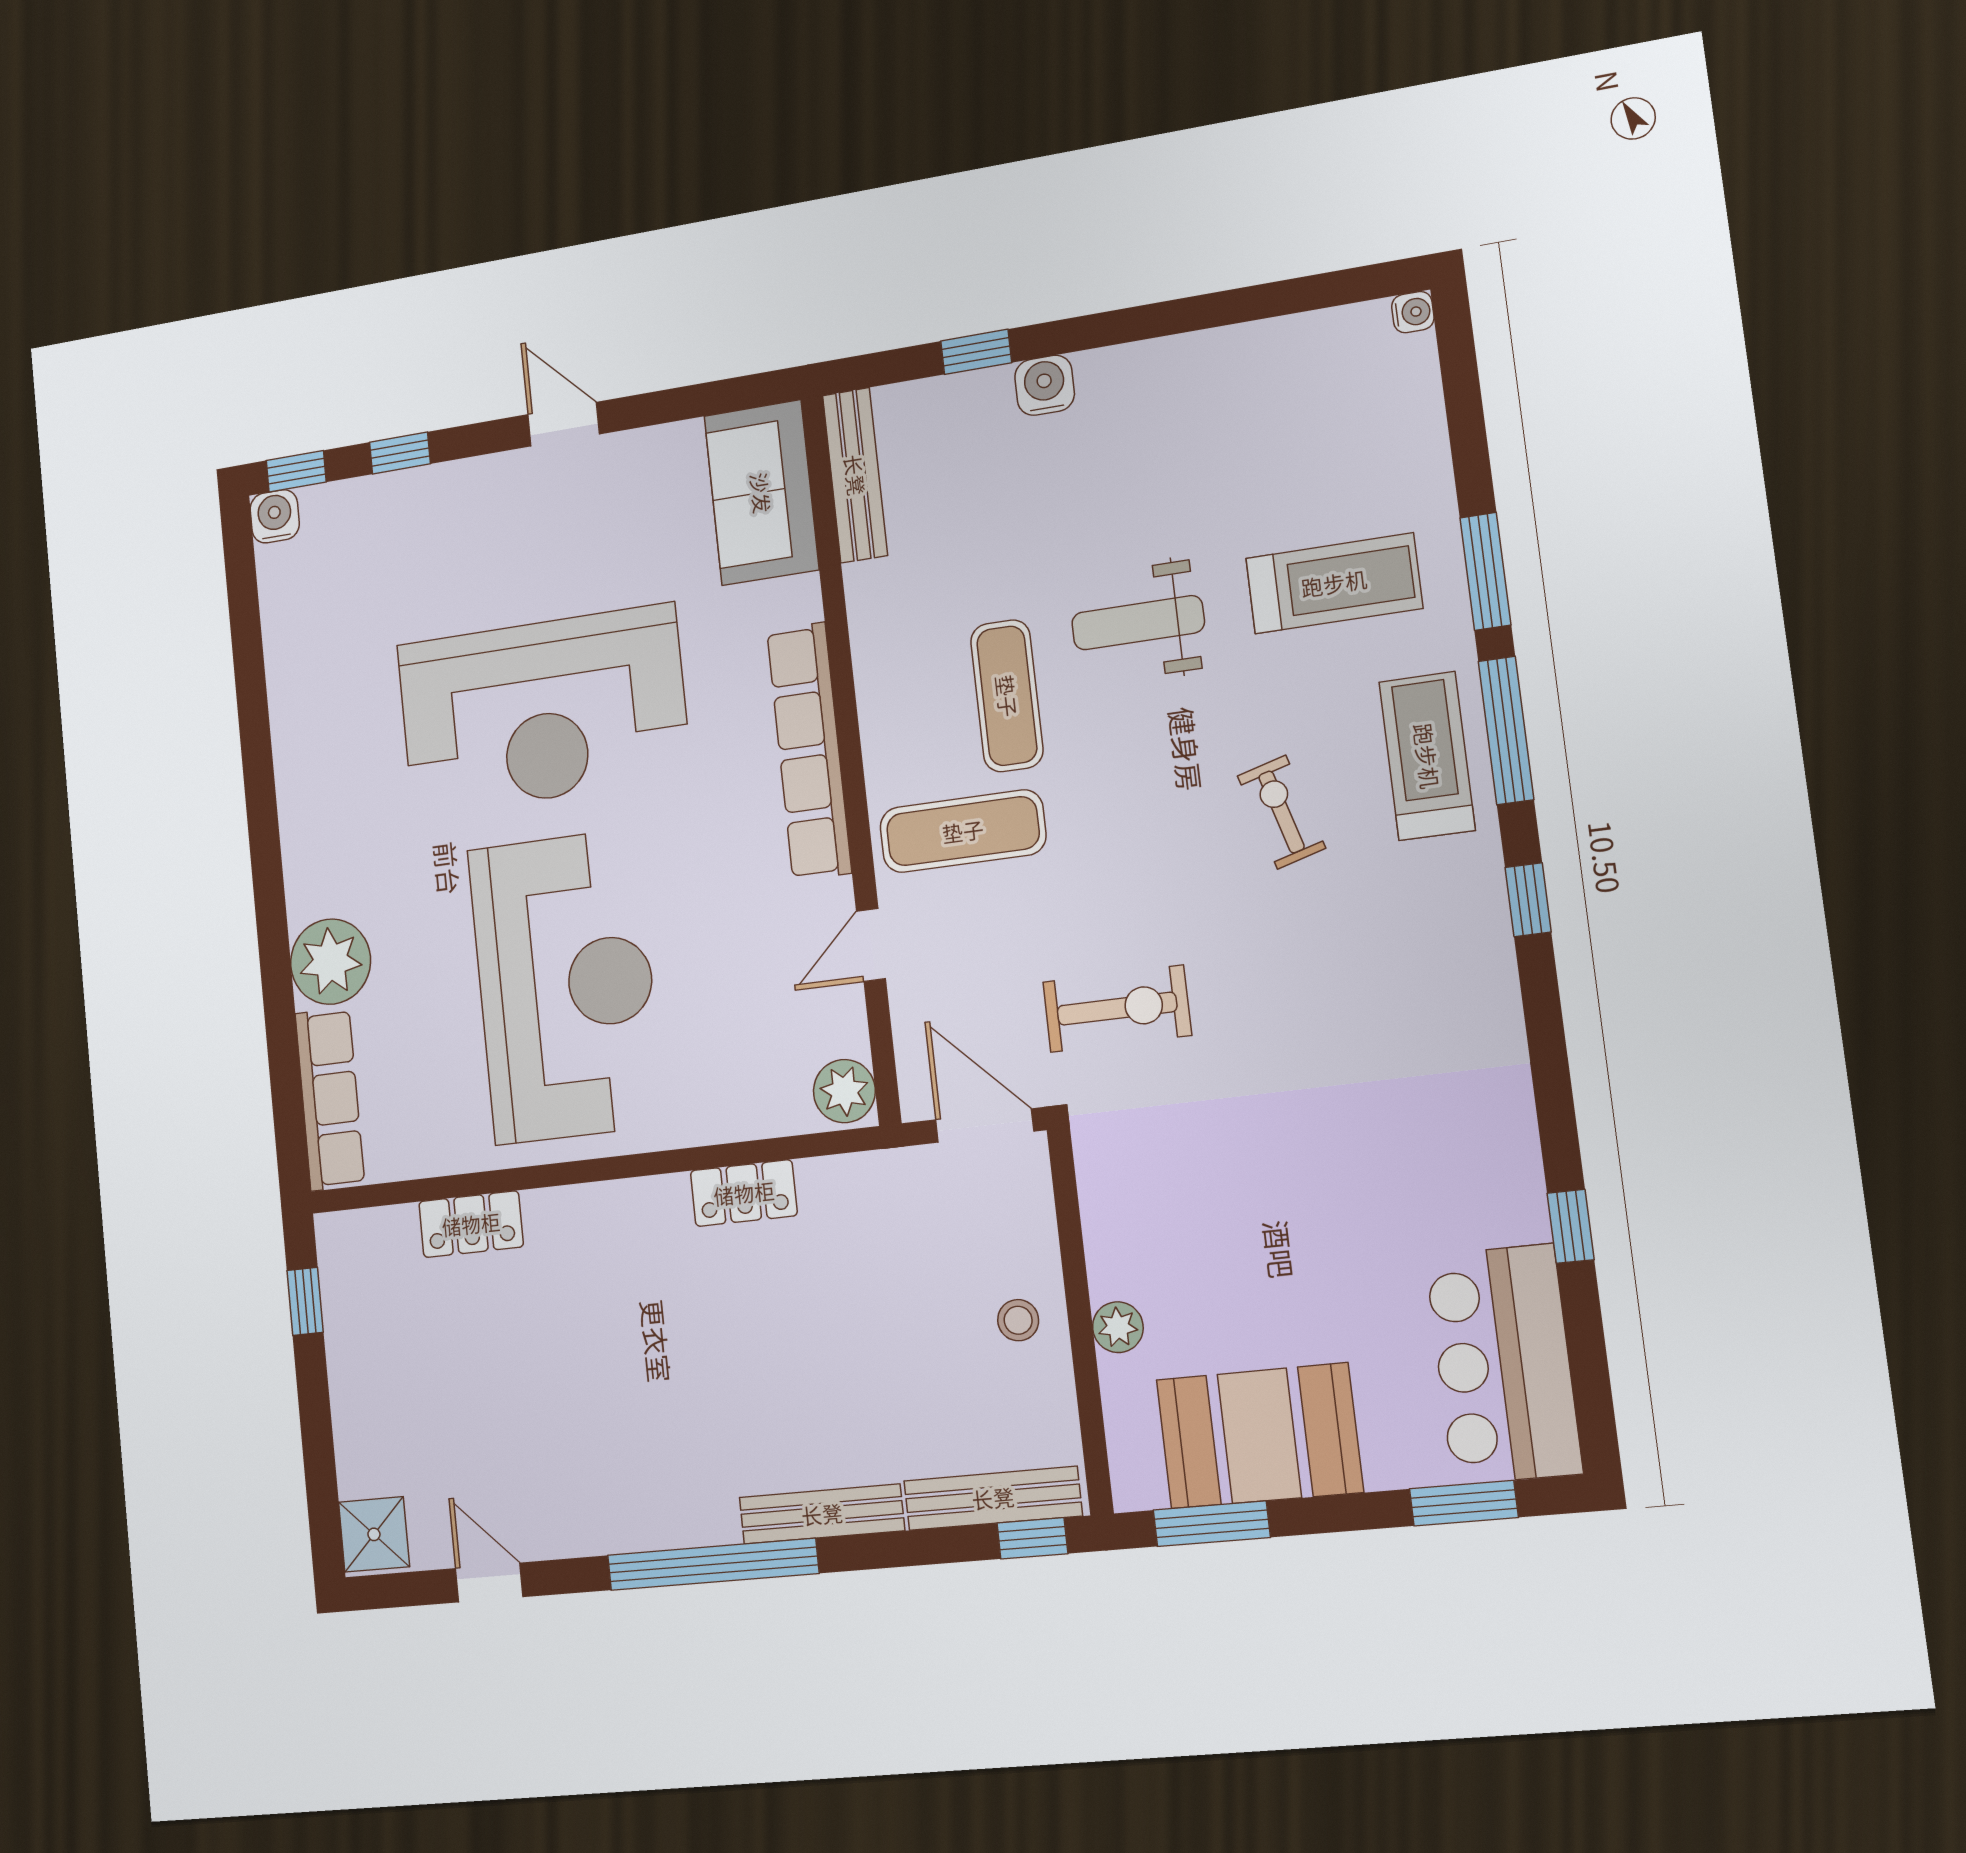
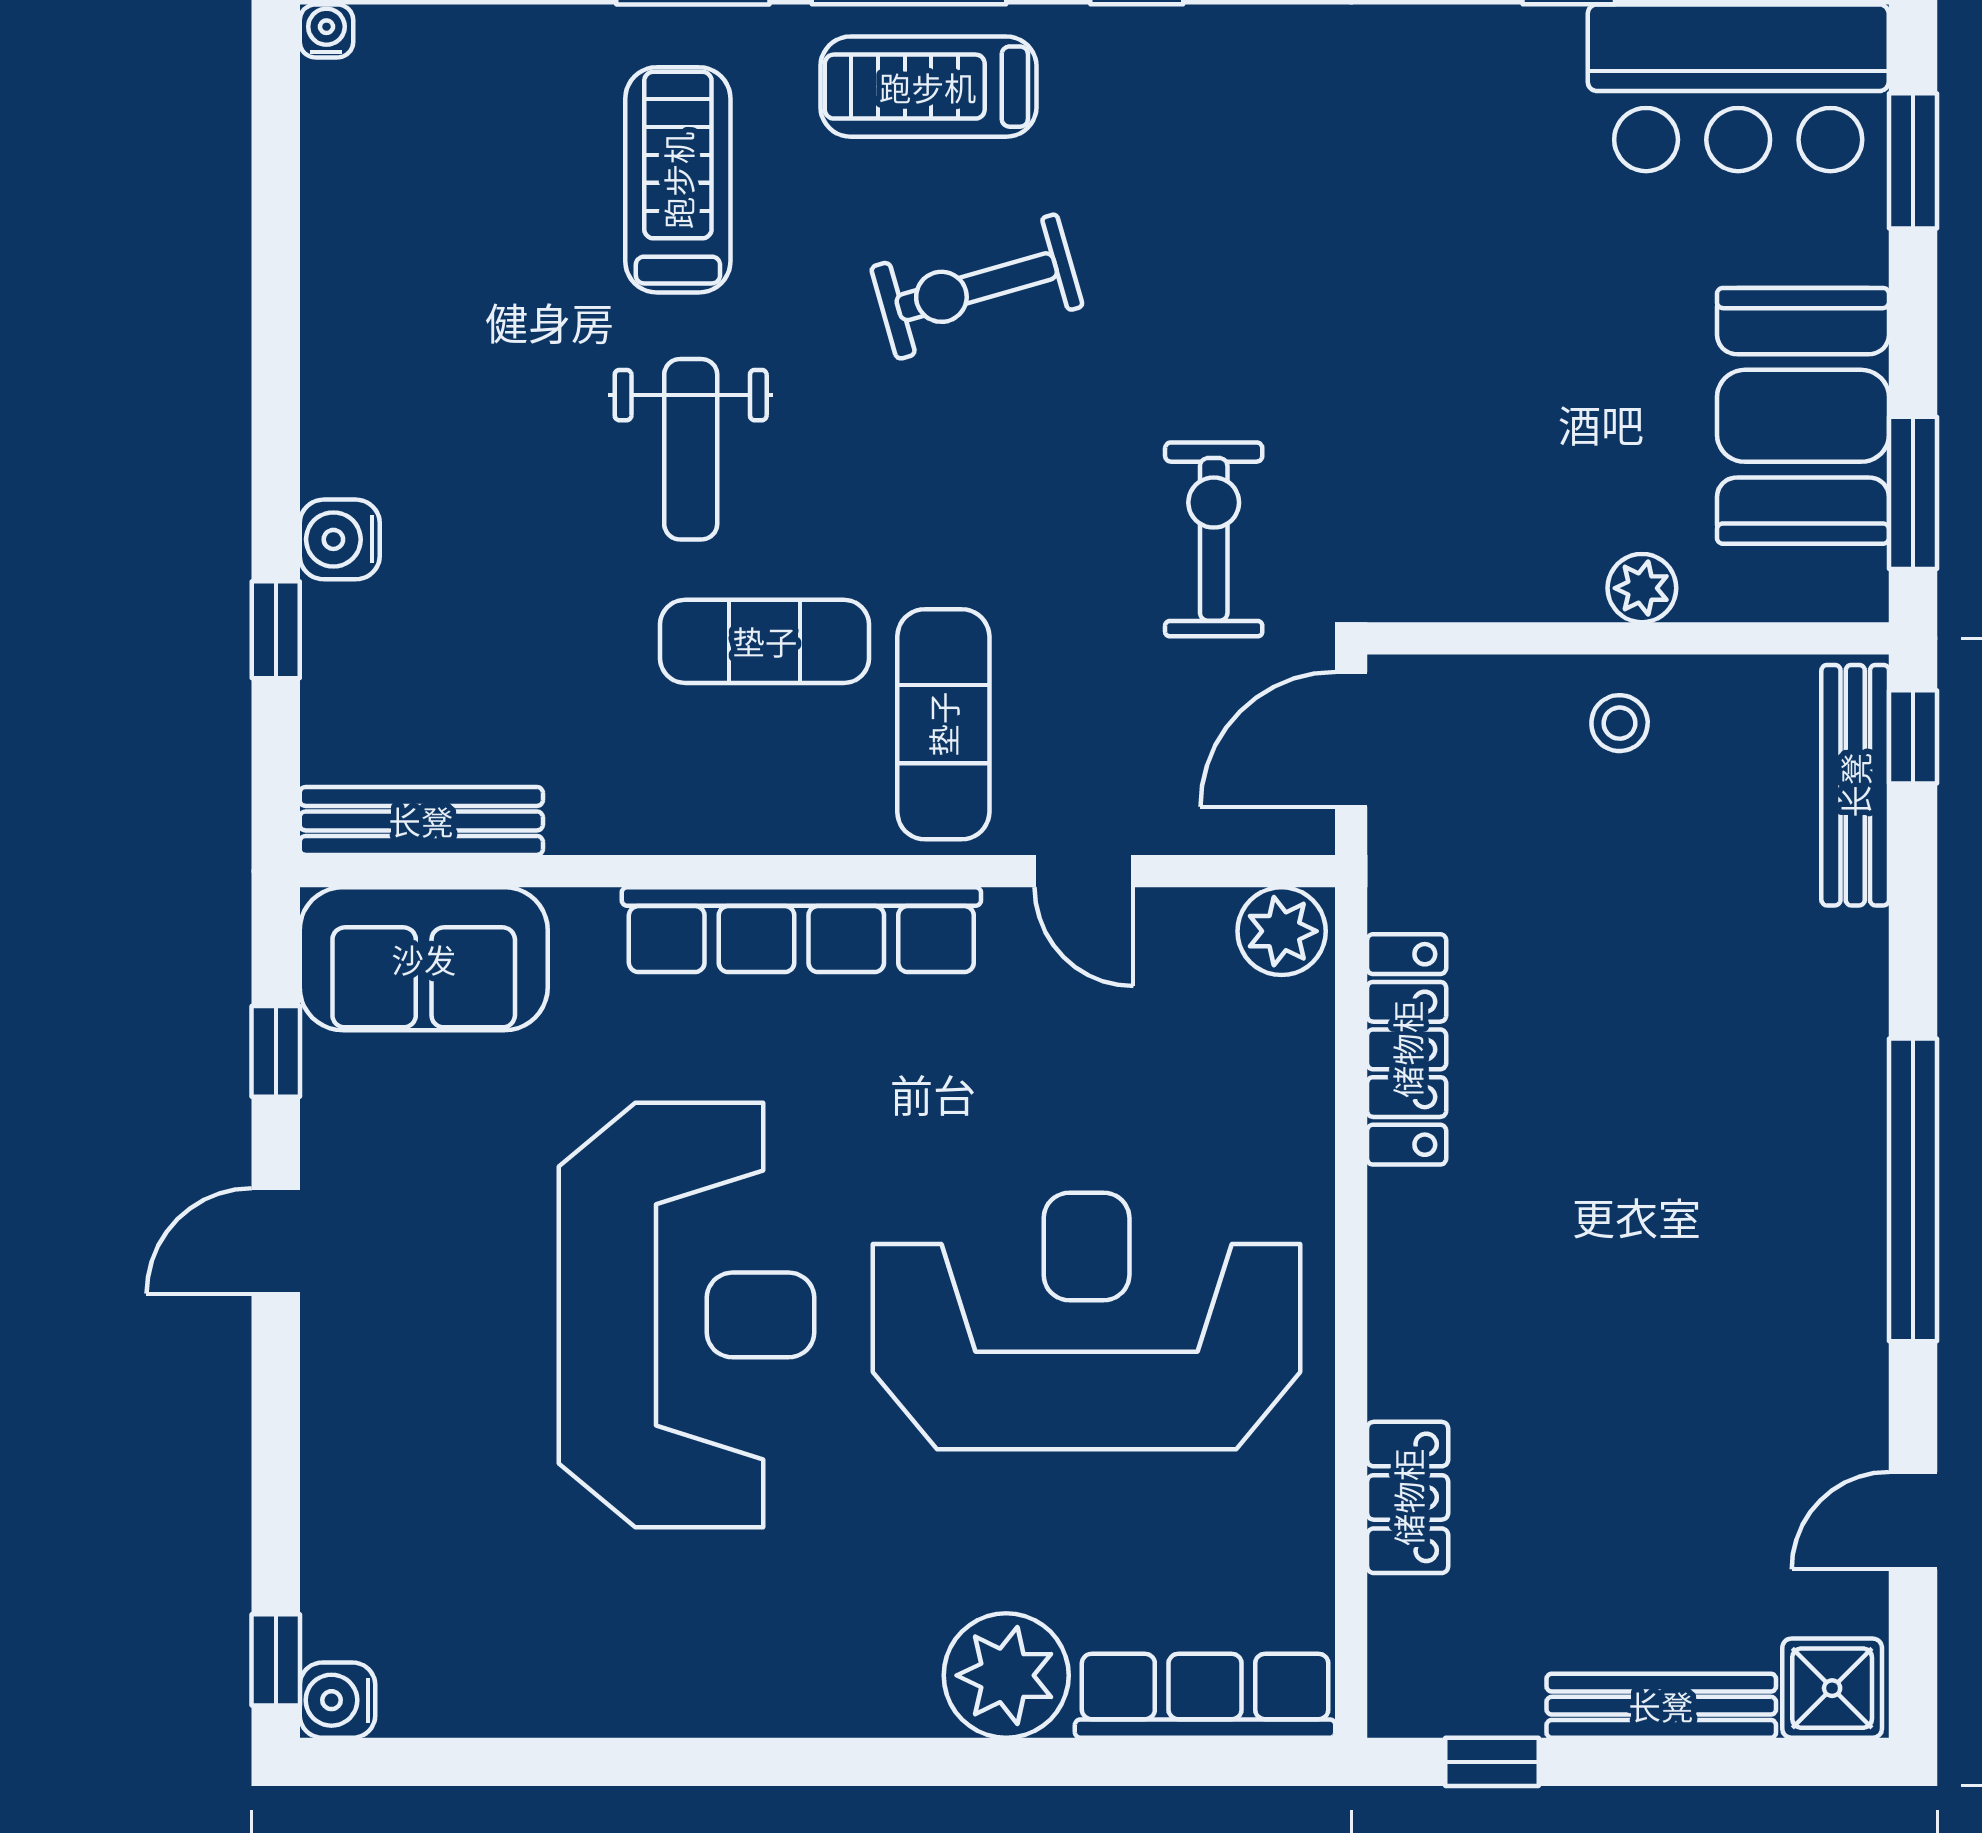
window: (400, 453) -> (276, 1051), moved
exercise bike: (1282, 812) -> (977, 287), width x1.38, depth x1.39
locker: (744, 1193) -> (1407, 1049), width x1.53
bench: (822, 1514) -> (1661, 1706), moved, turned 90

